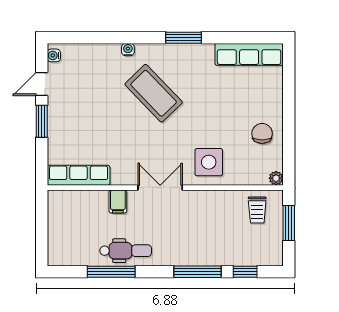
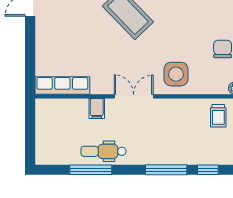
window: (42, 121) -> (30, 38), removed
dental chair: (126, 251) -> (103, 151), turned 180

